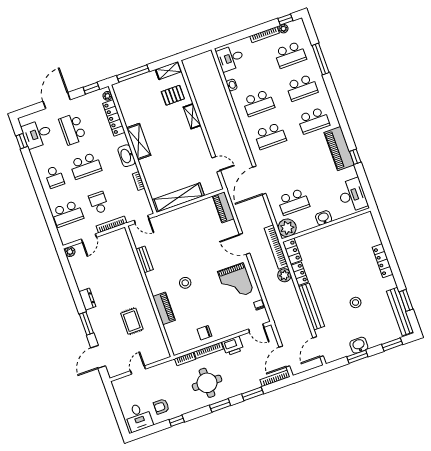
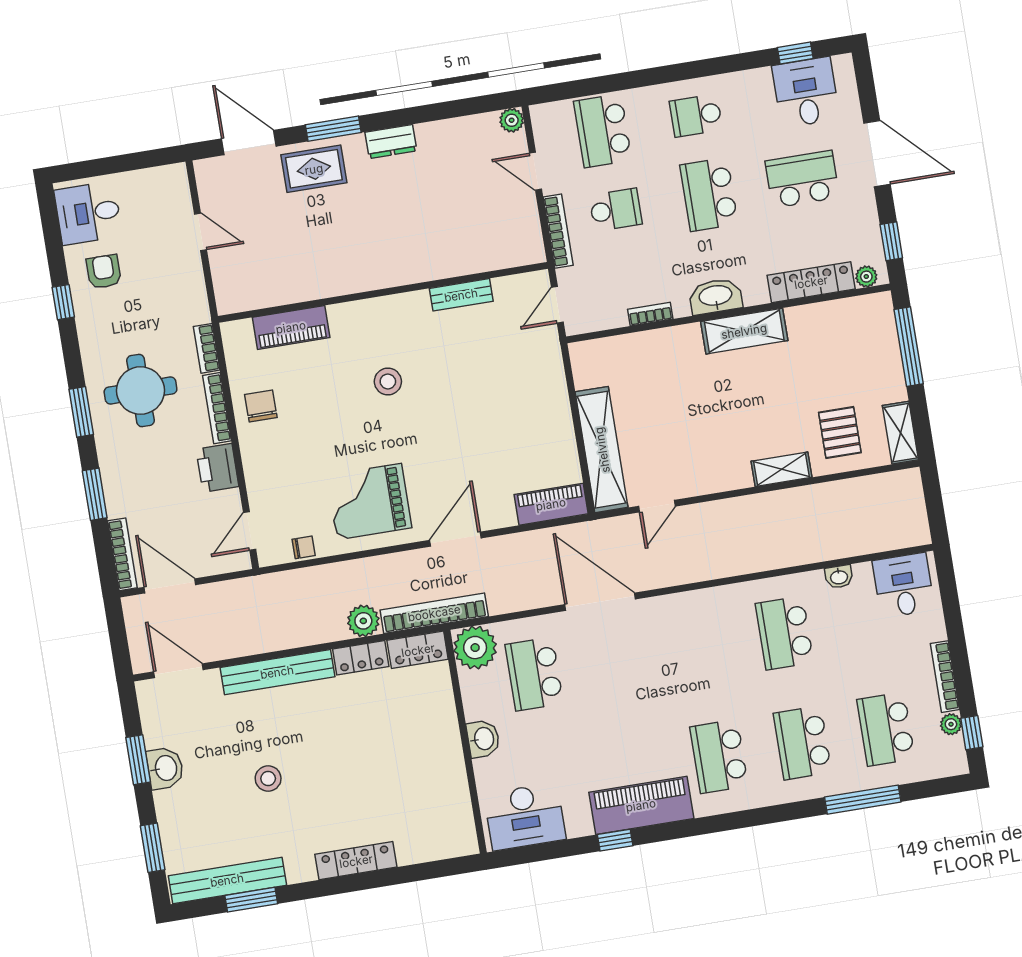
school desk: (270, 136) -> (701, 647), removed
shelving: (178, 198) -> (602, 450), moved
piano: (164, 308) -> (291, 327), moved
rug: (132, 321) -> (314, 169), moved

